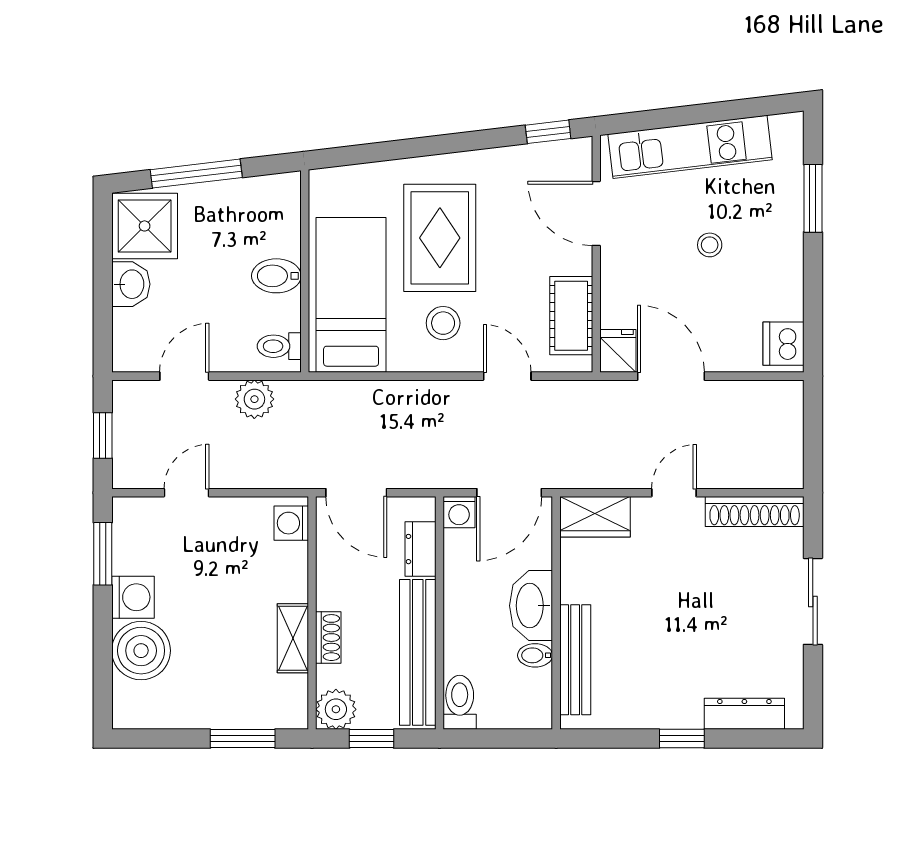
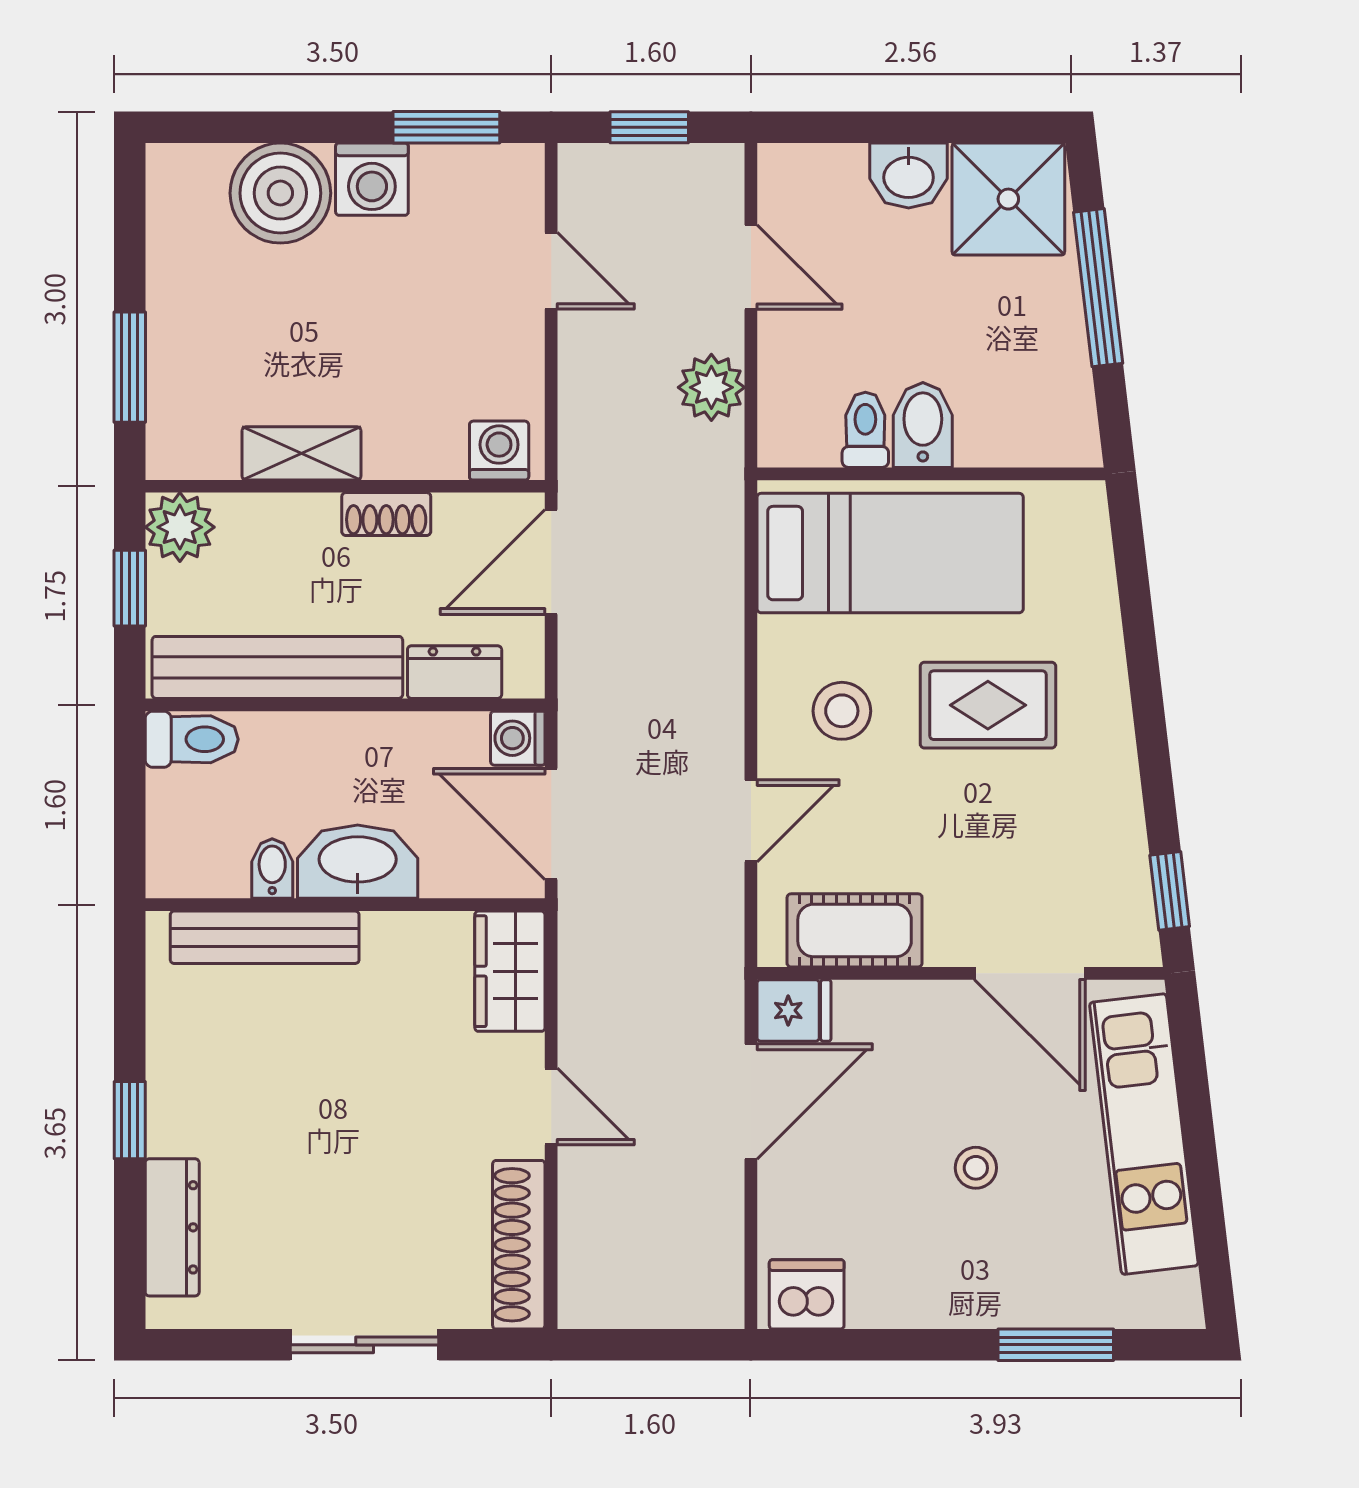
door: (596, 213) -> (1030, 973), swing flipped
rug: (440, 238) -> (988, 705), width x0.73, depth x0.70
toilet: (279, 346) -> (865, 430), moved
shoe rack: (328, 638) -> (386, 514), moved

